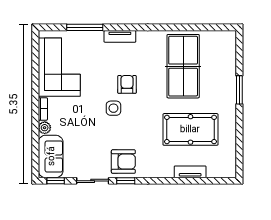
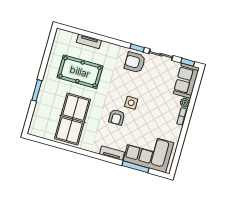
corner sofa: (59, 67) -> (148, 152), moved, turned 90

